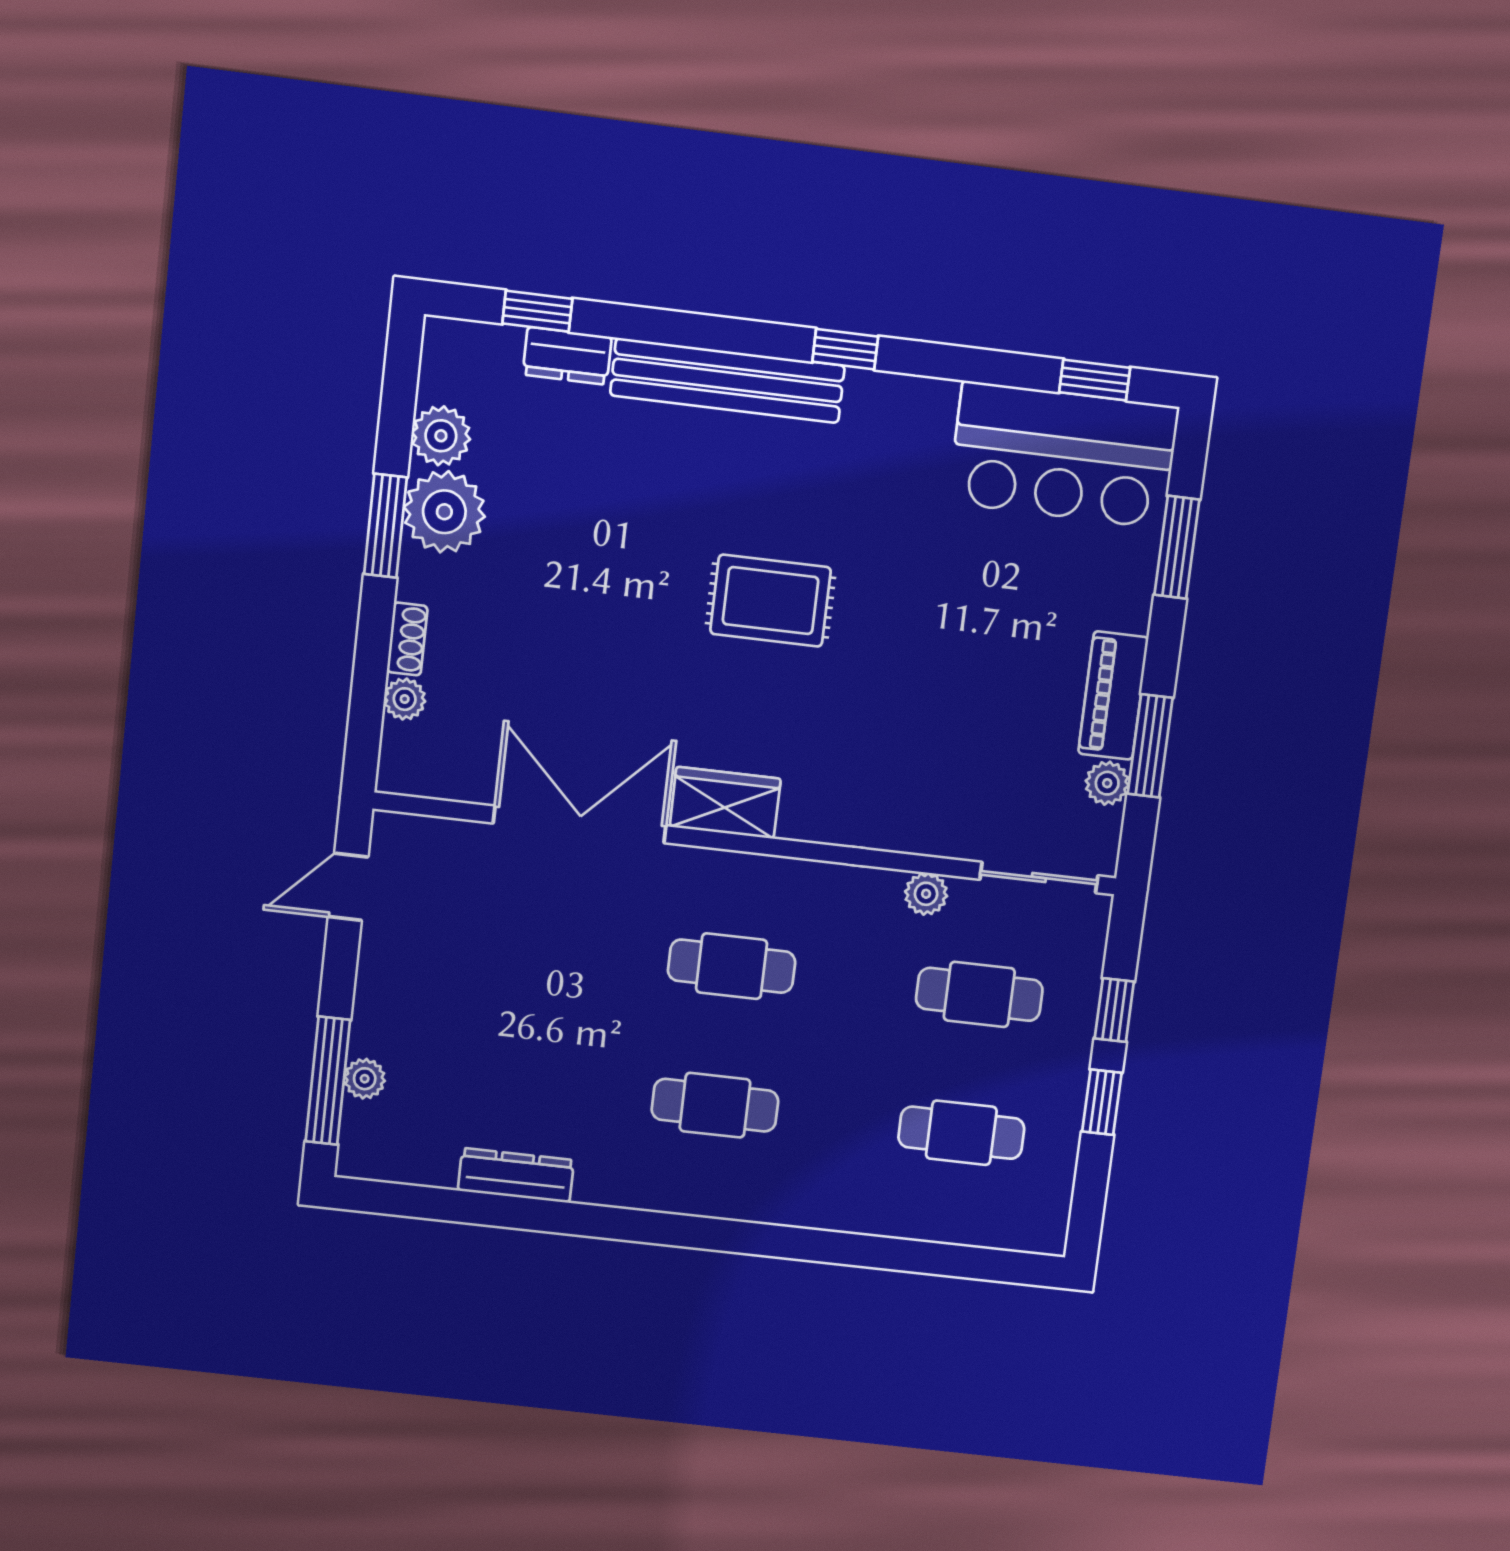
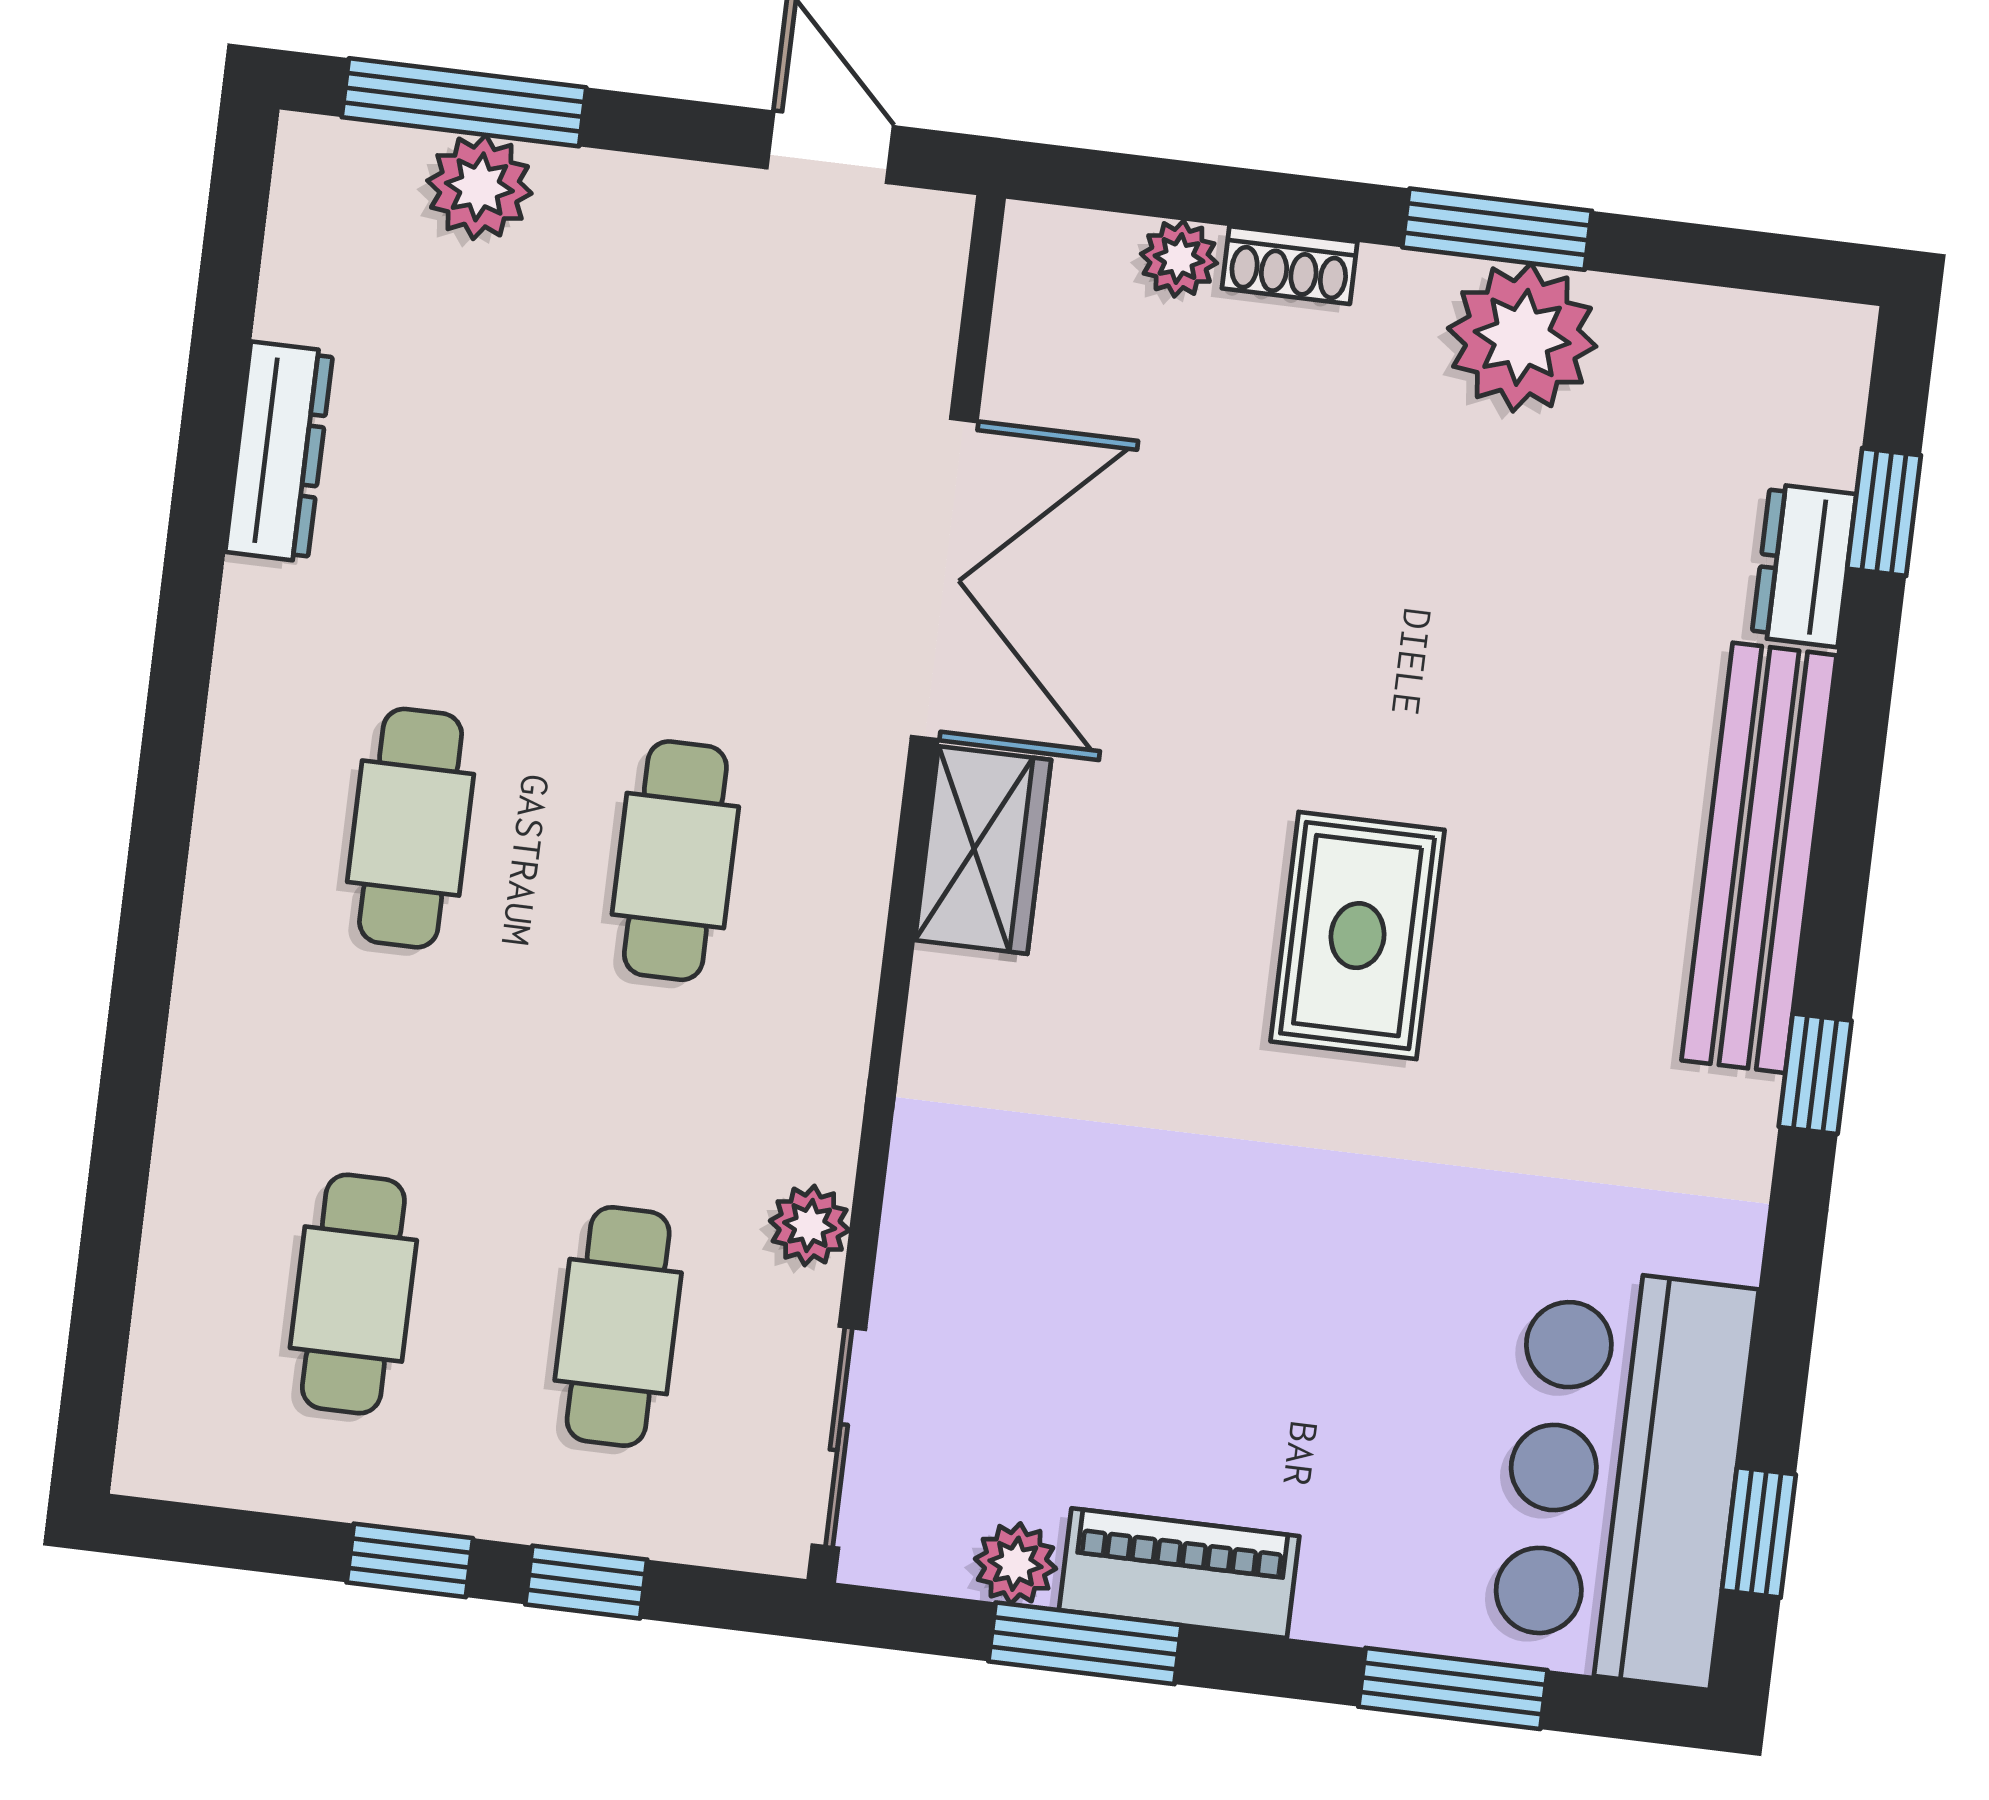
plant: (441, 436) -> (1660, 333), removed
plant: (365, 1079) -> (479, 187), width x1.38, depth x1.38

